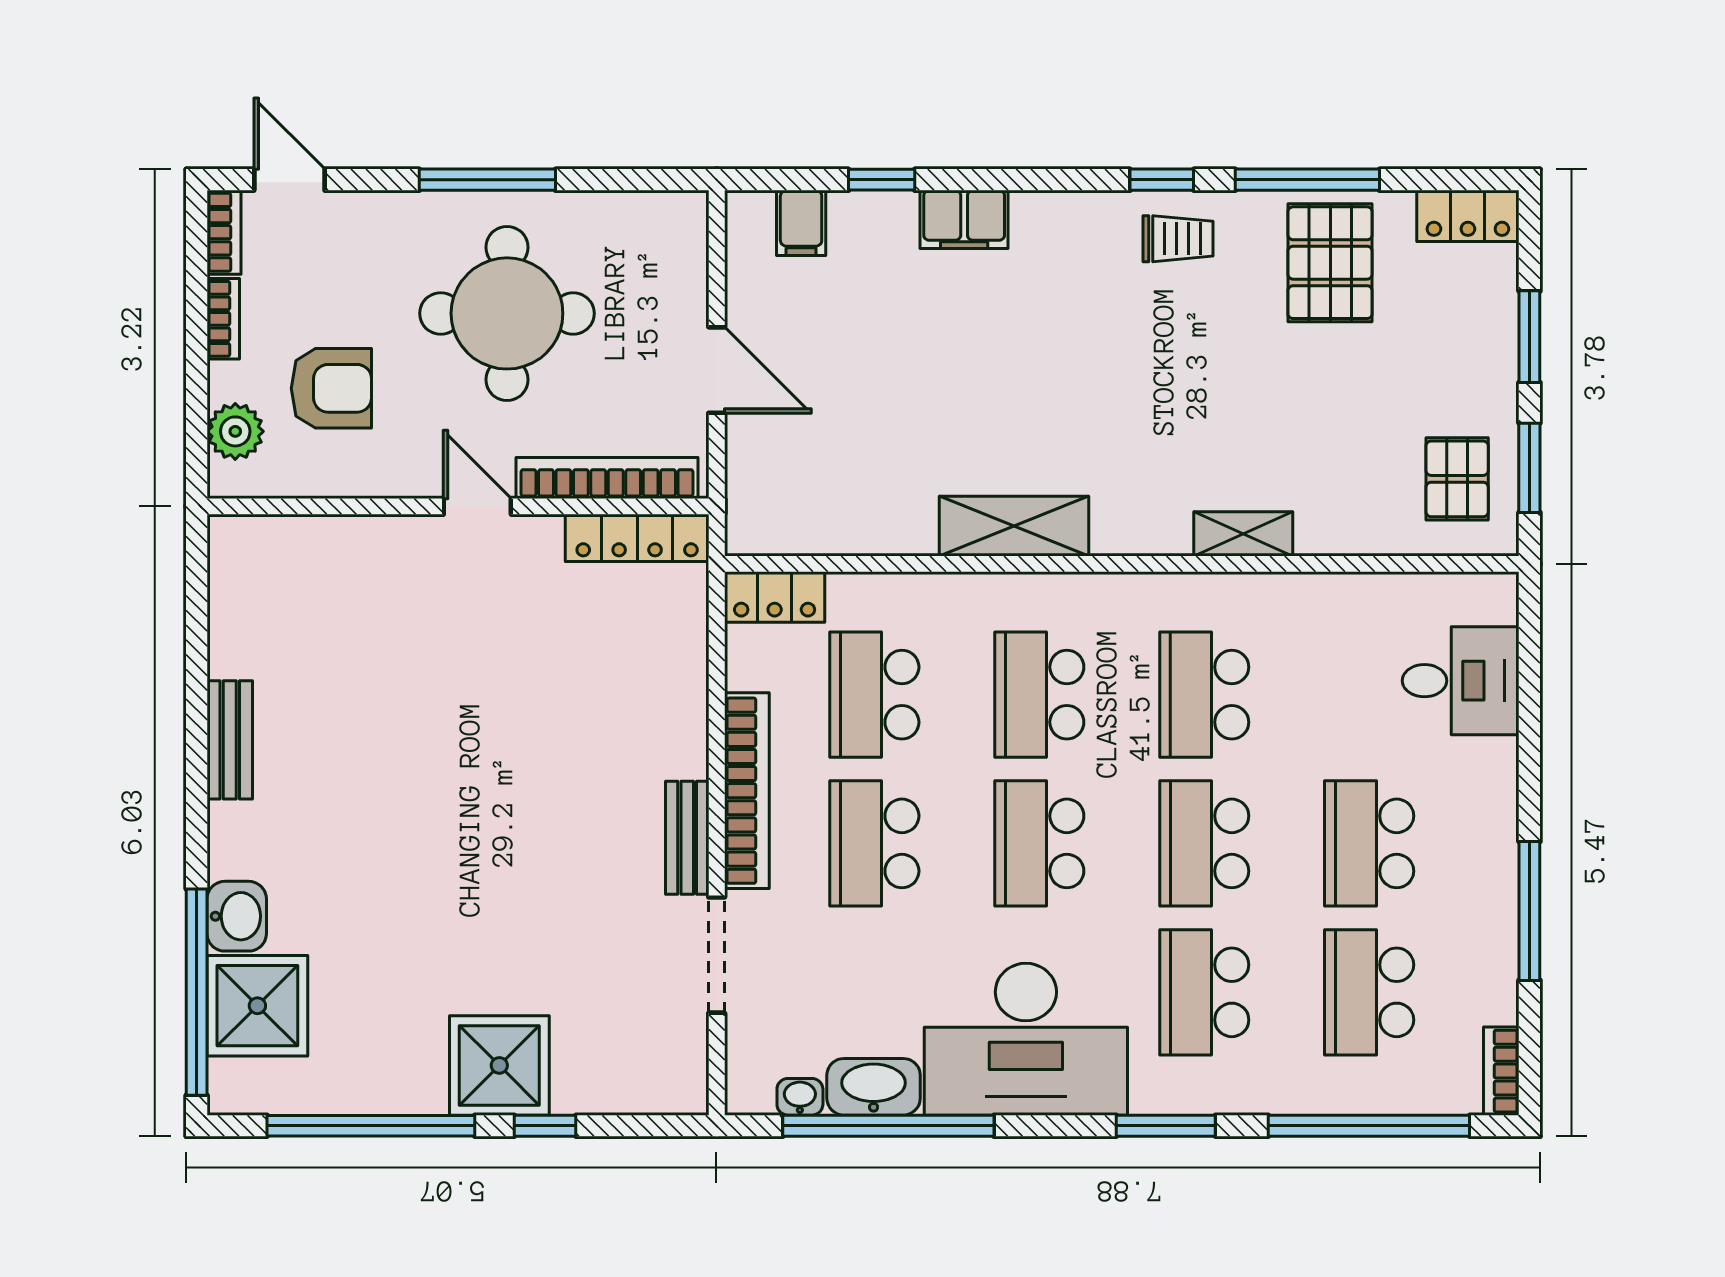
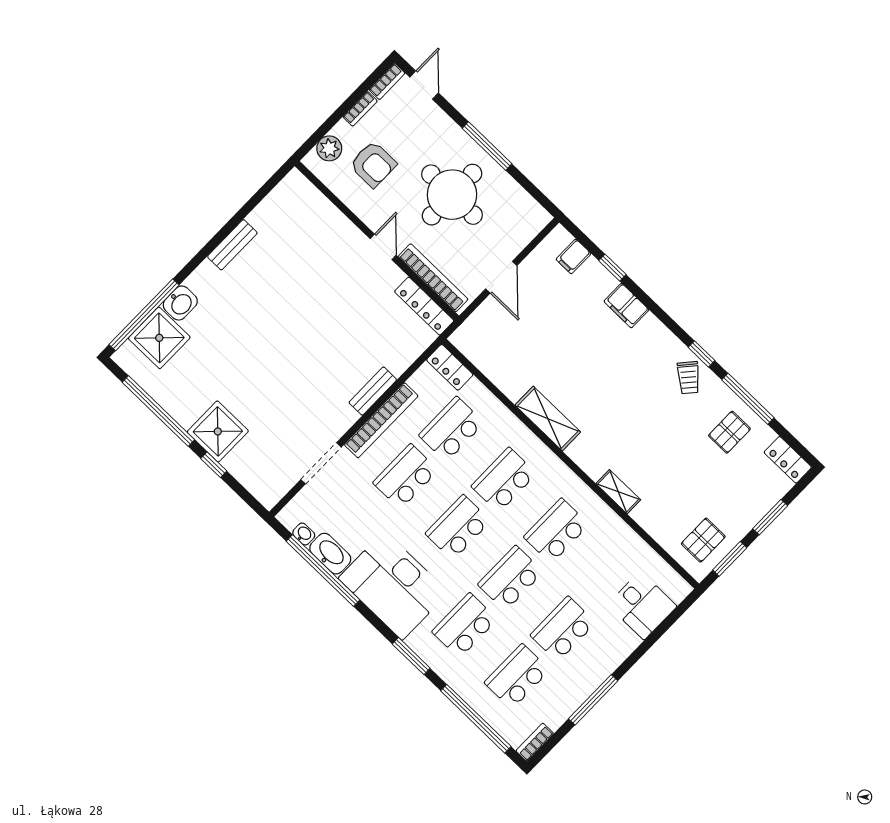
trolley: (1178, 239) -> (689, 378), turned 41
pallet: (1330, 263) -> (729, 432), width x0.67, depth x0.71
bench: (687, 838) -> (373, 391), moved

